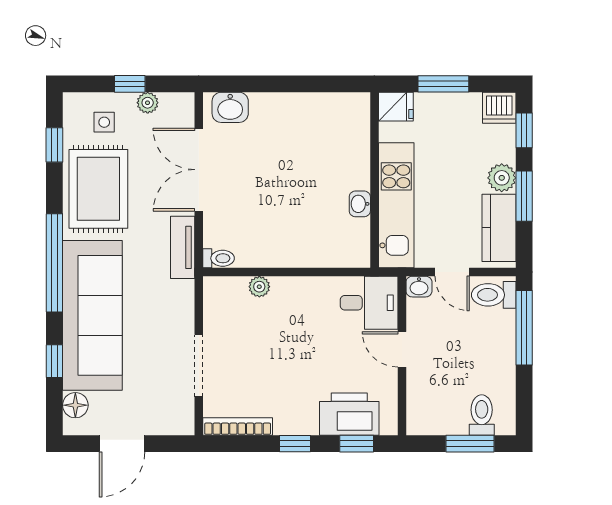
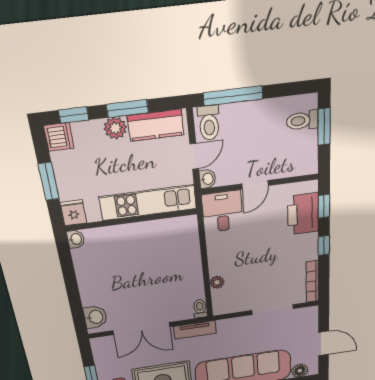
plant: (148, 103) -> (102, 363), removed
washbasin: (360, 204) -> (76, 239), moved, turned -90

